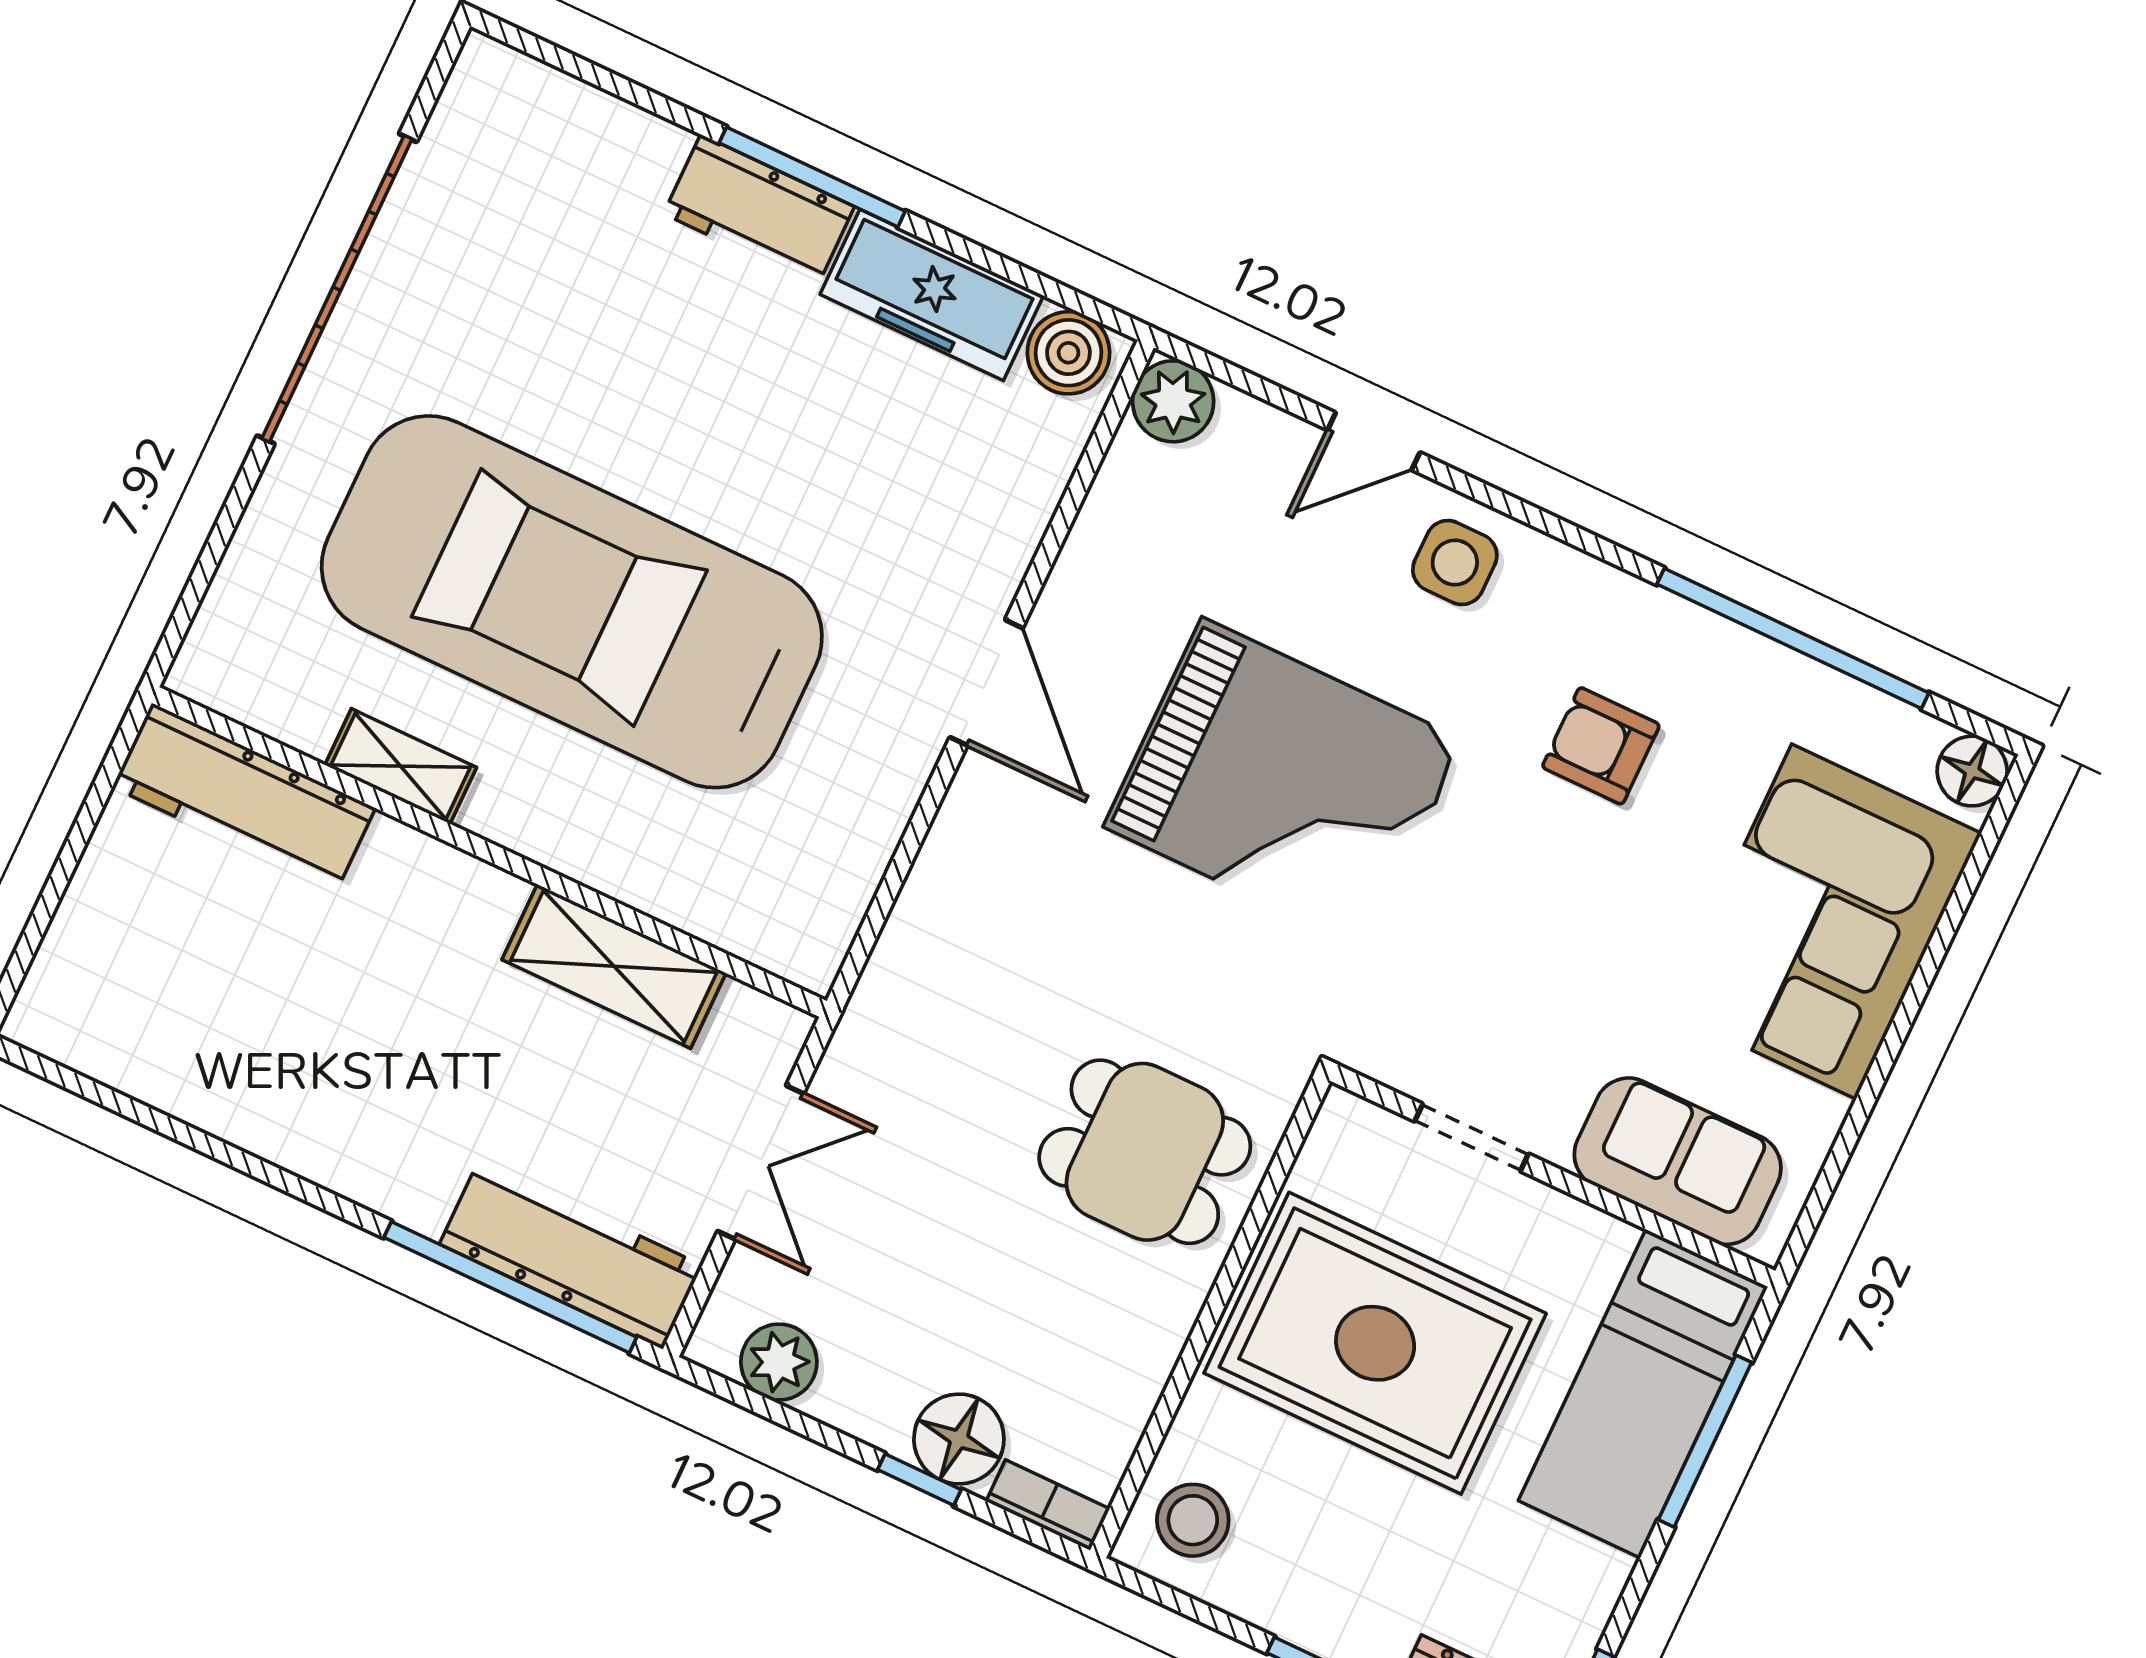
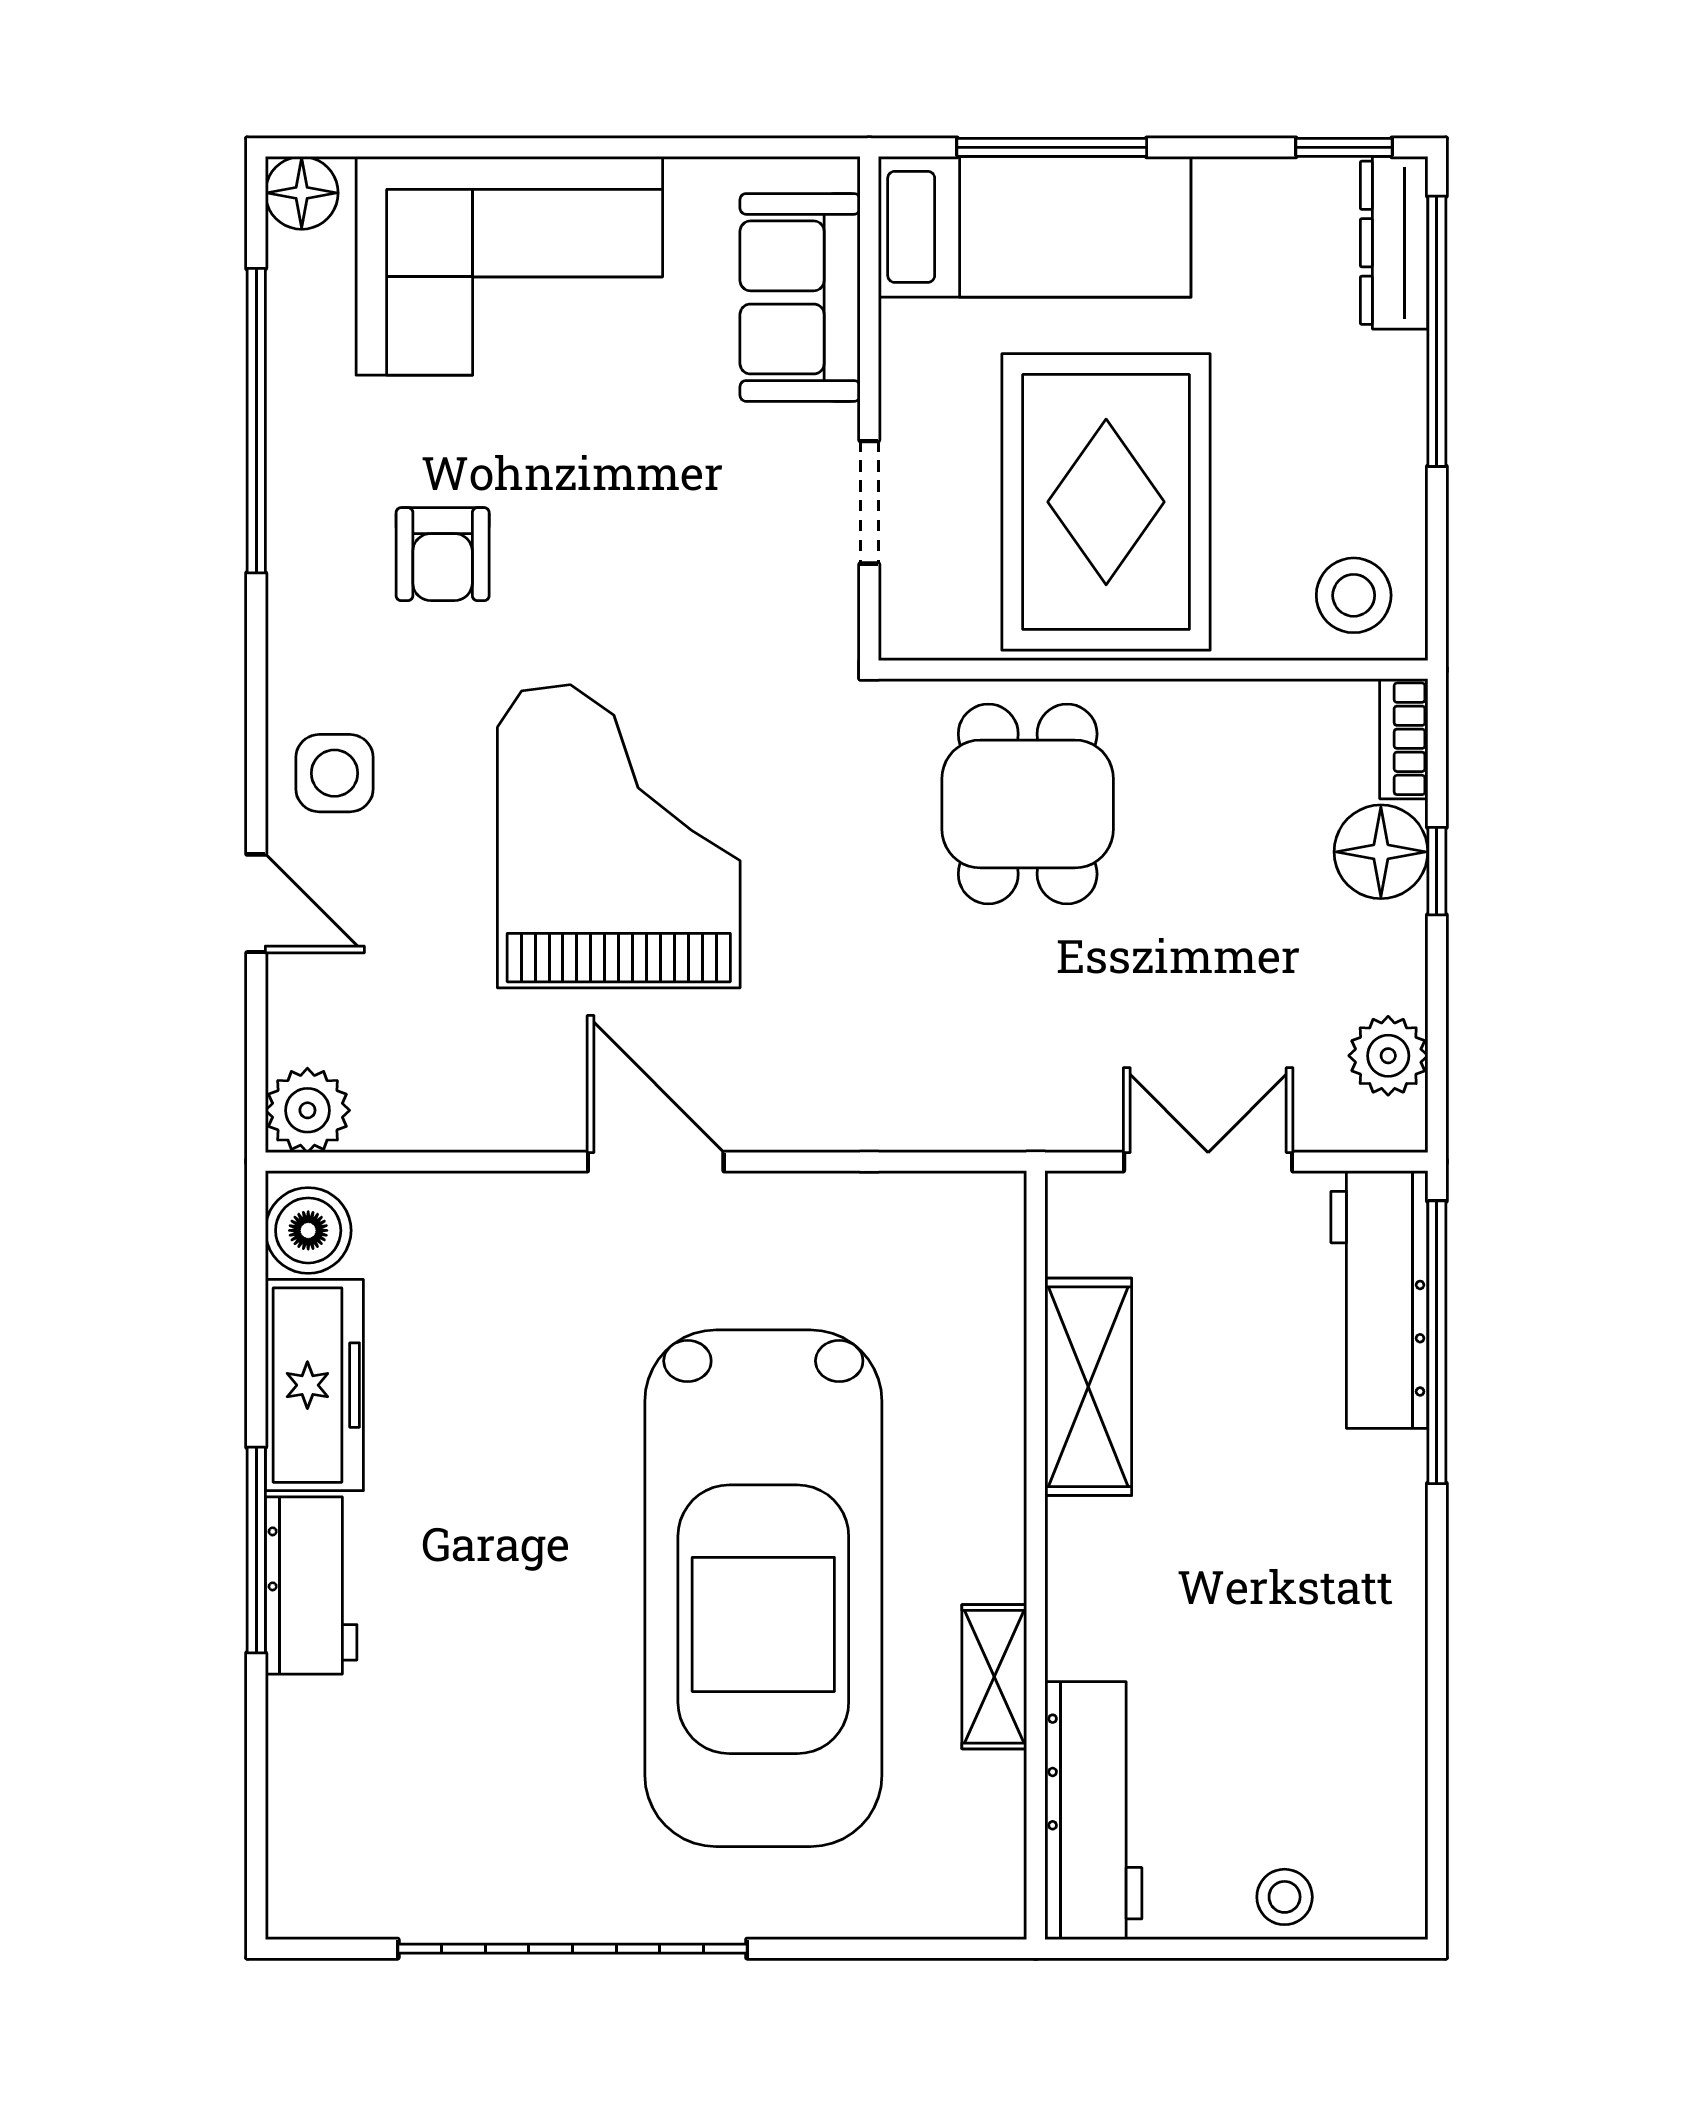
door: (986, 683) -> (656, 1162), hinge flipped
stool: (91, 928) -> (1285, 1897), added

